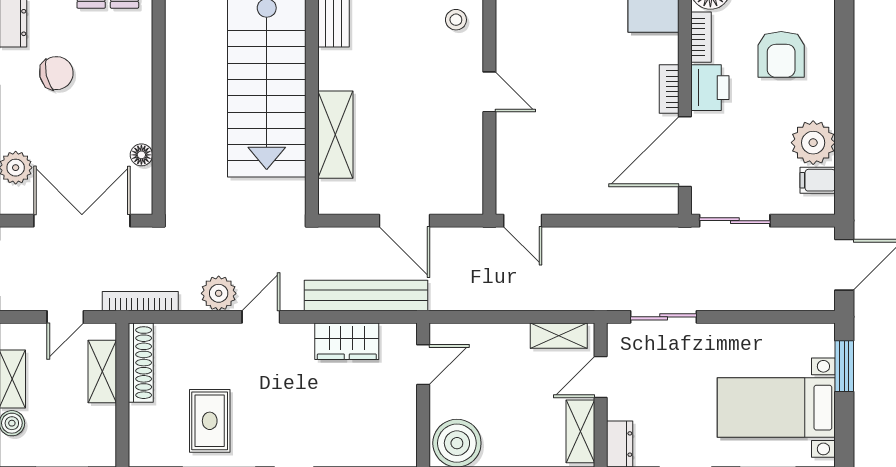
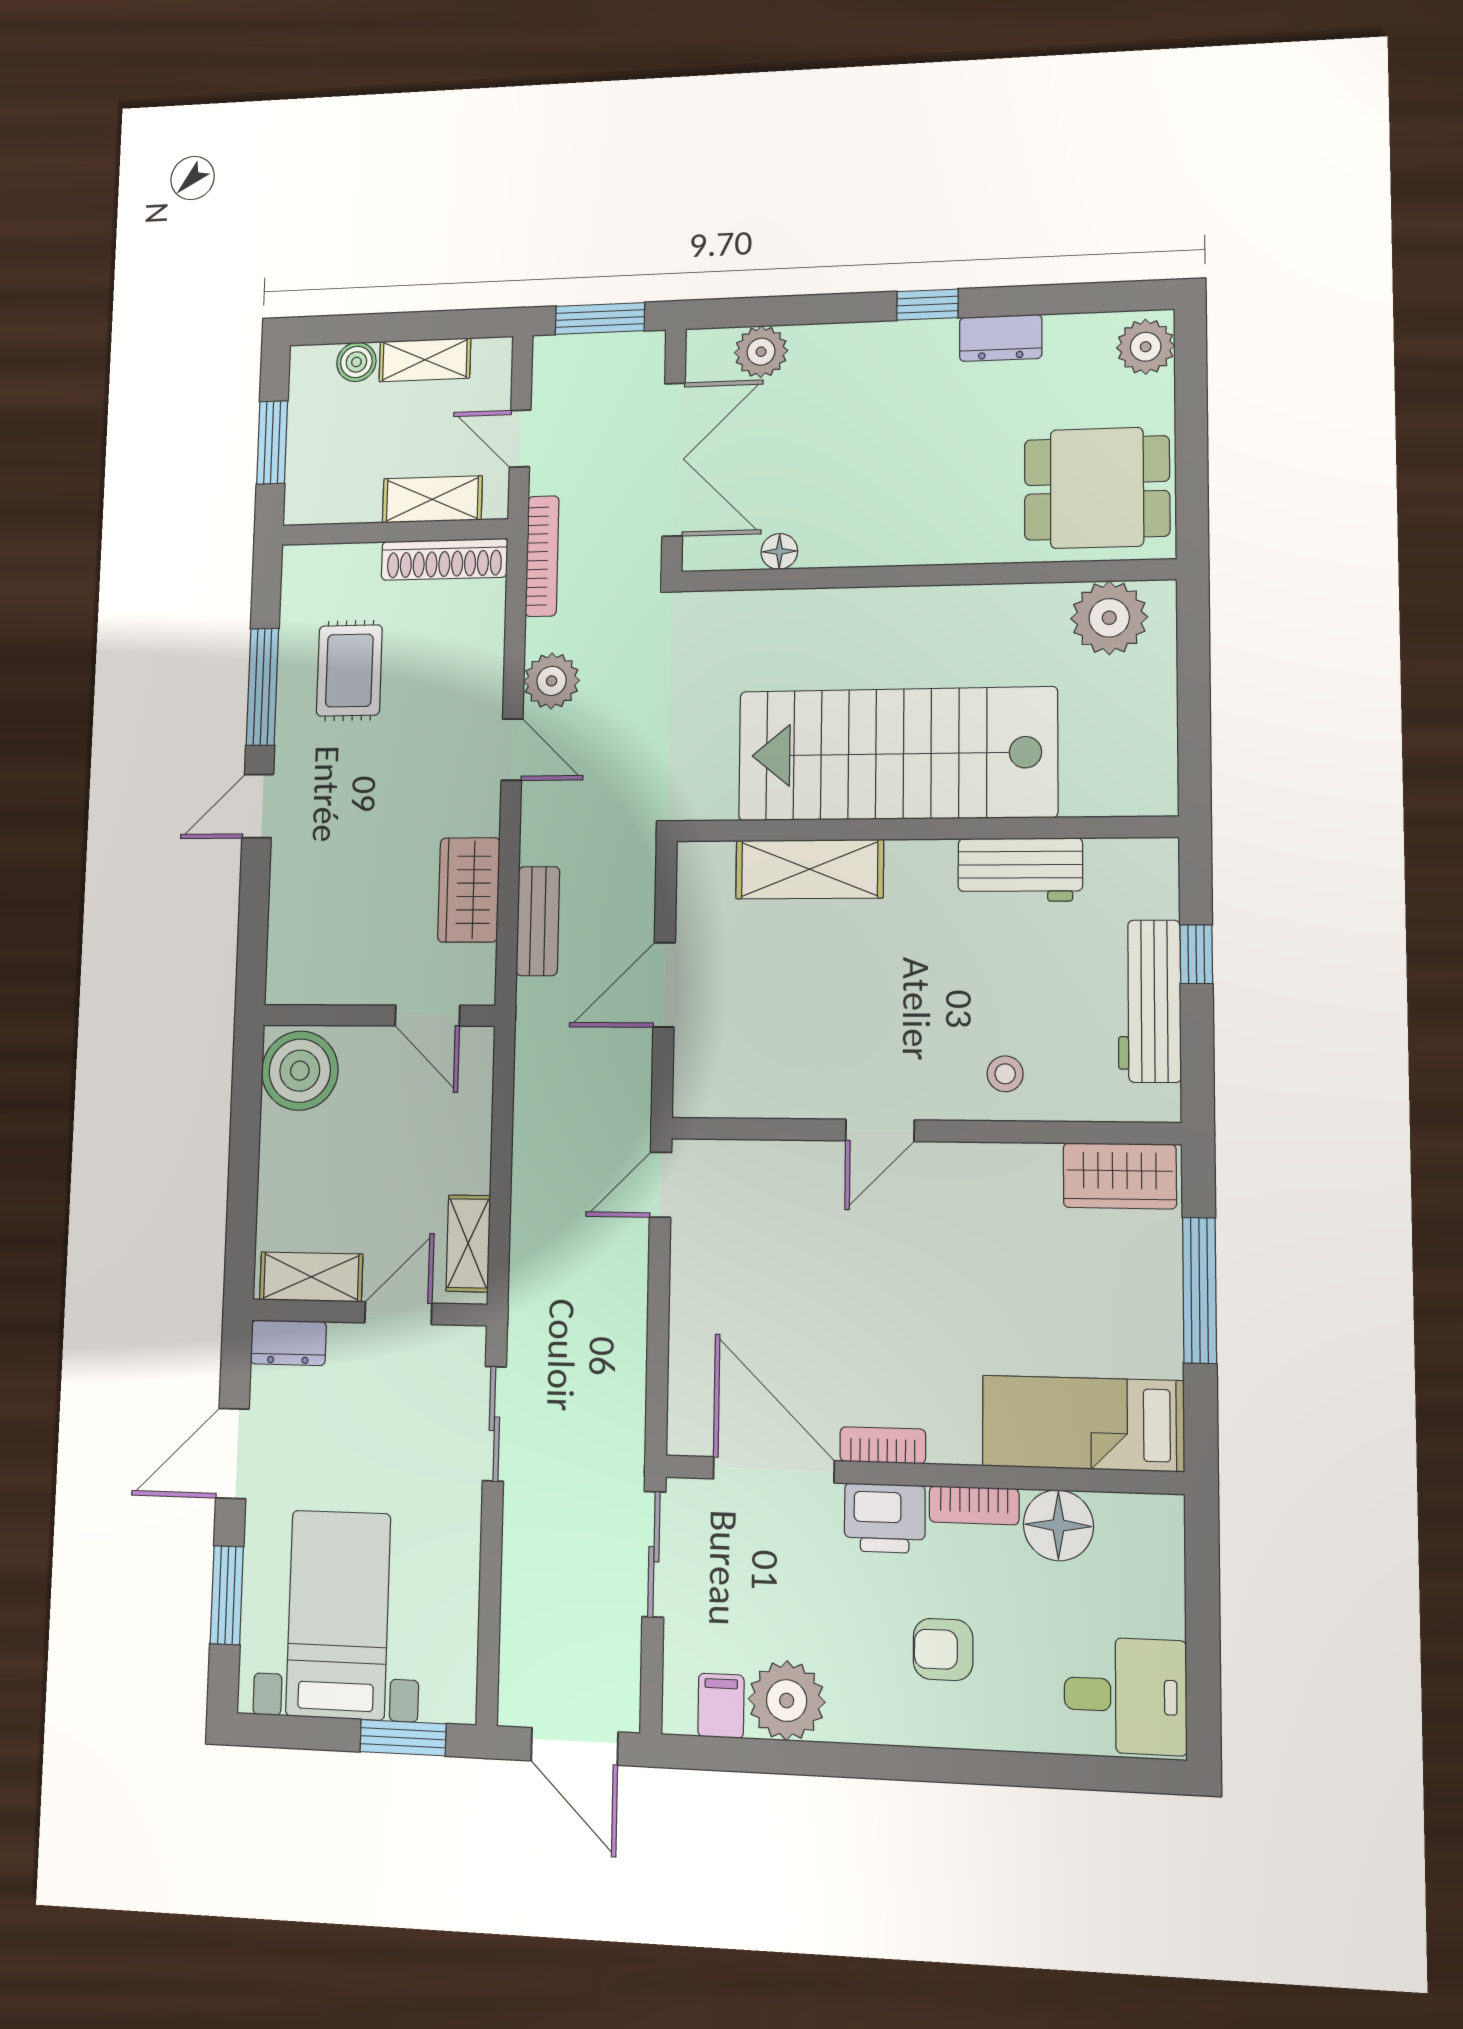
armchair: (781, 54) -> (943, 1649), width x0.72, depth x0.72
chair: (56, 73) -> (916, 411), removed
bench: (366, 295) -> (538, 921), width x0.54, depth x0.82
door: (601, 377) -> (398, 1313), hinge flipped
rug: (210, 421) -> (349, 670), turned 90

